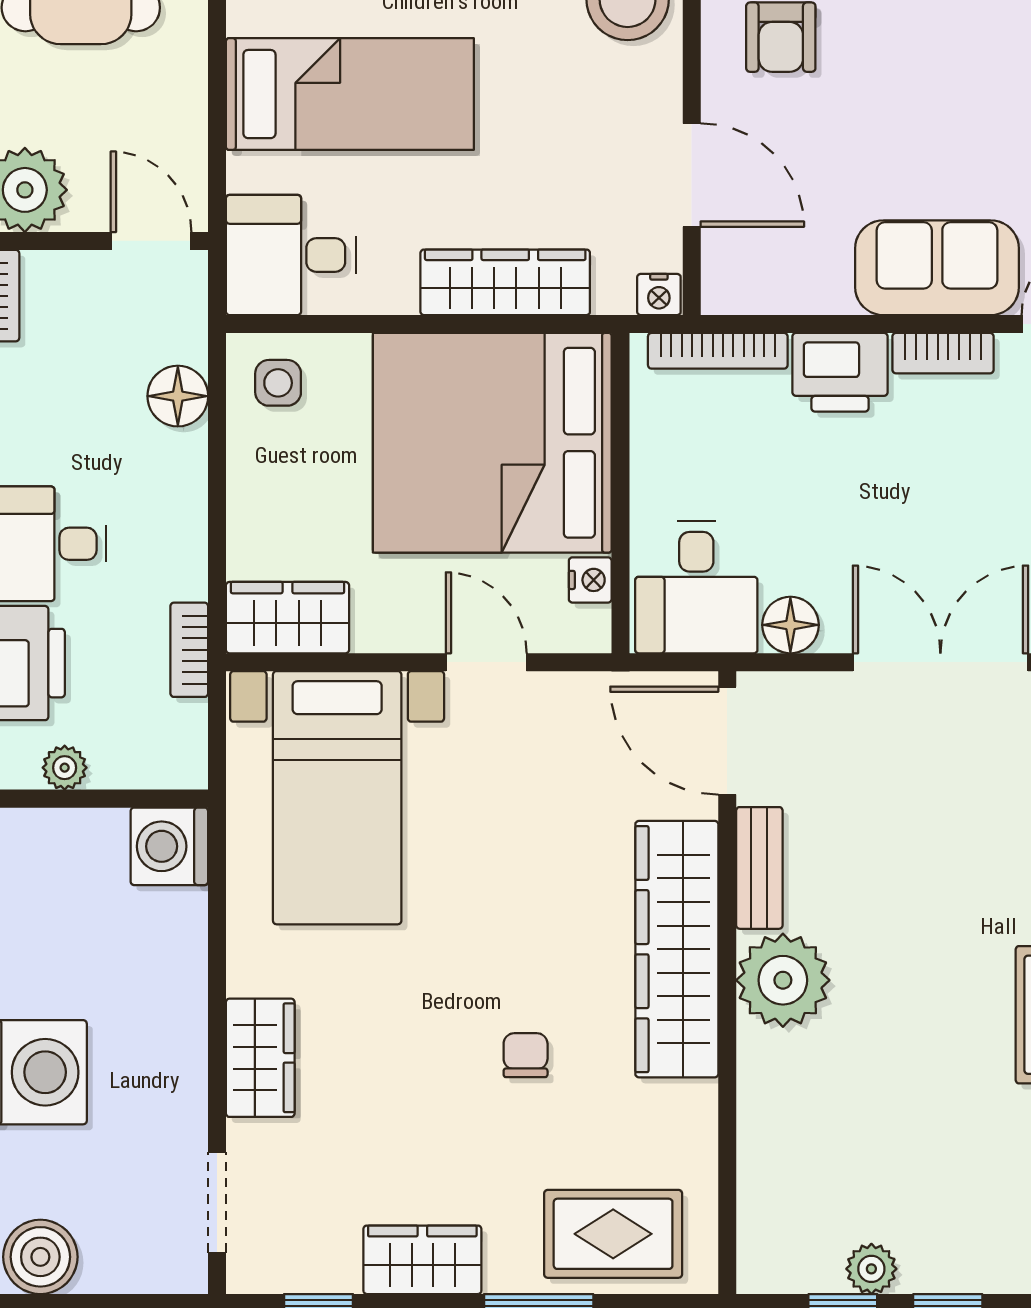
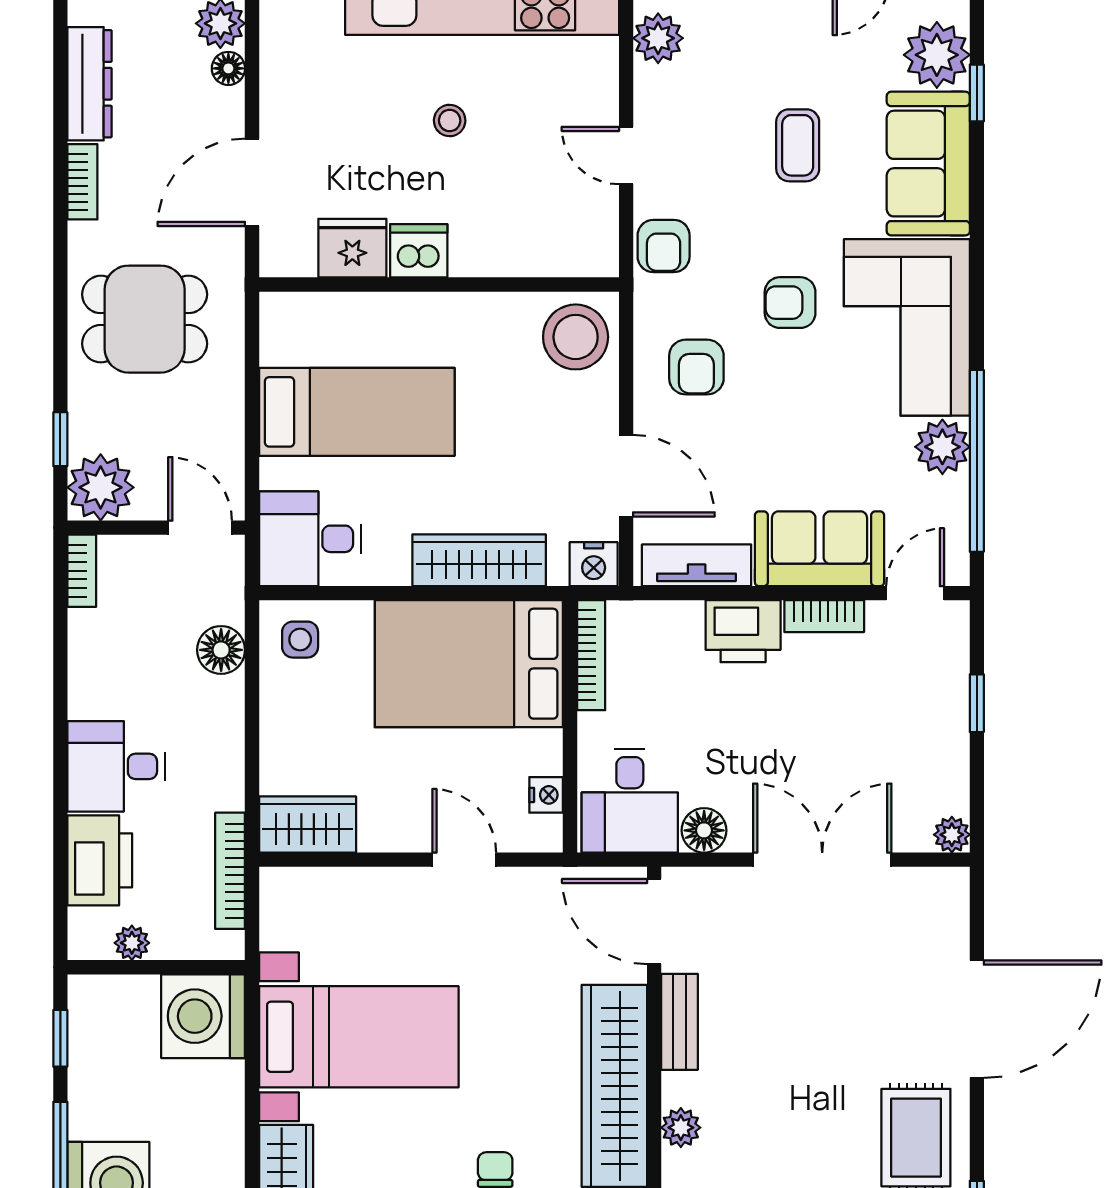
tv unit: (781, 289) -> (697, 565), added
nightstand: (659, 294) -> (594, 564), width x1.39, depth x1.35
bookcase: (718, 351) -> (591, 655), moved, turned -90
bed: (492, 443) -> (469, 664), width x0.73
bookcase: (189, 650) -> (230, 871), width x1.56
bed with nightstands: (337, 798) -> (359, 1037), moved, turned -90
washing machine: (169, 846) -> (203, 1016), width x1.37, depth x1.37
plant: (783, 980) -> (681, 1128), width x0.53, depth x0.53

